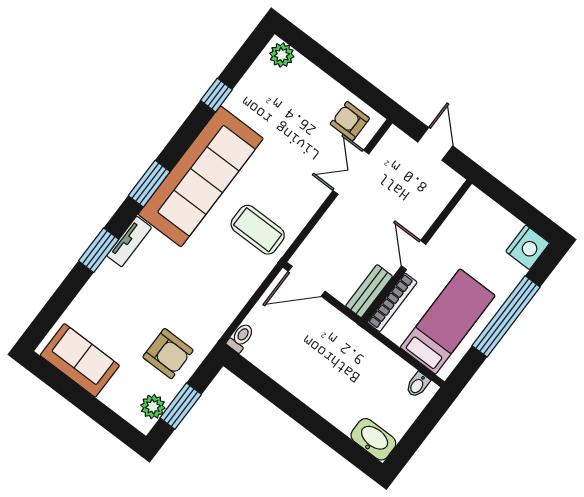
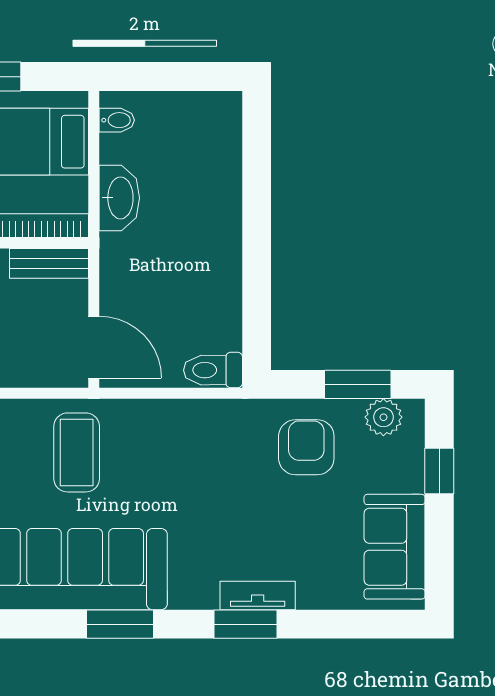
tv unit: (129, 242) -> (258, 595), moved
toilet: (241, 338) -> (213, 370), width x1.37, depth x1.39
window: (102, 415) -> (439, 471), added
washbasin: (373, 439) -> (119, 198), moved, turned 180

